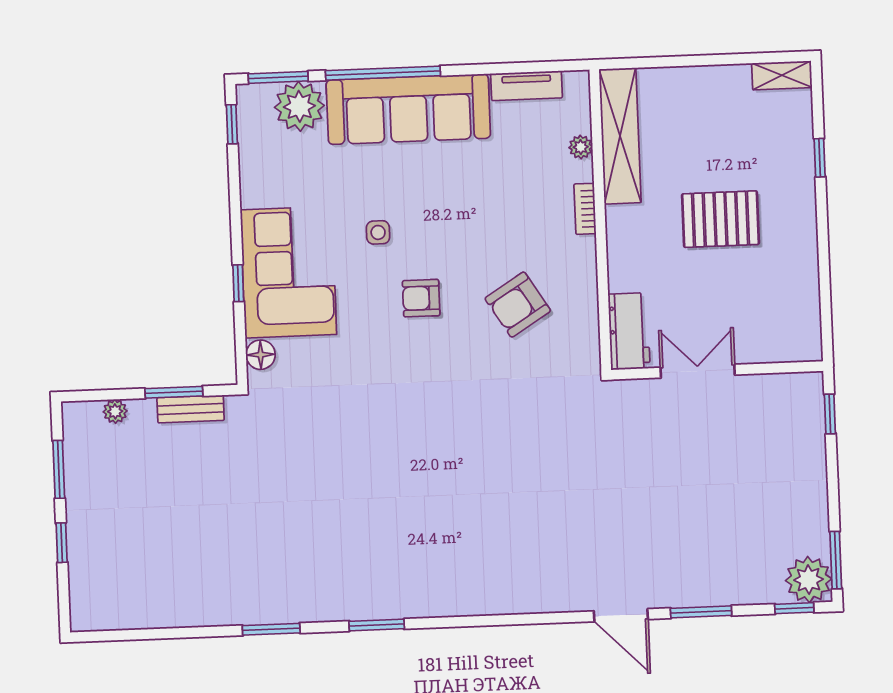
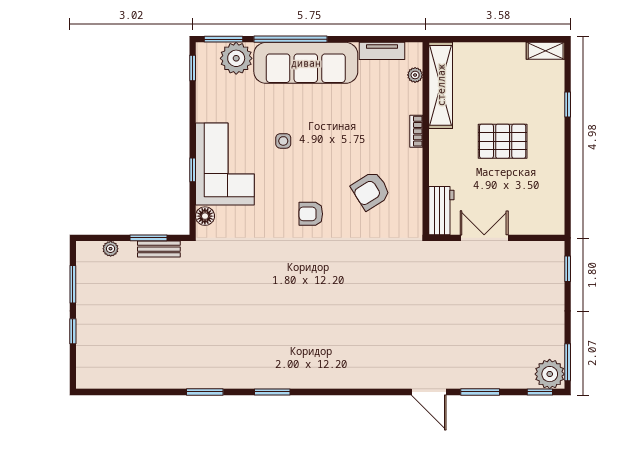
plant: (581, 147) -> (415, 75), moved
armchair: (421, 298) -> (311, 214), moved

